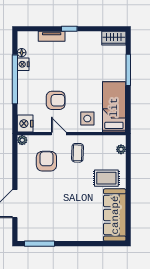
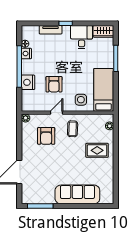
desk: (88, 45) -> (82, 37), added
armchair: (56, 100) -> (54, 84), turned 90
nightstand: (25, 124) -> (28, 82), moved
door: (59, 134) -> (57, 113), hinge flipped
armchair: (46, 161) -> (46, 136), turned 180
sofa: (115, 215) -> (77, 194), moved, turned 90

